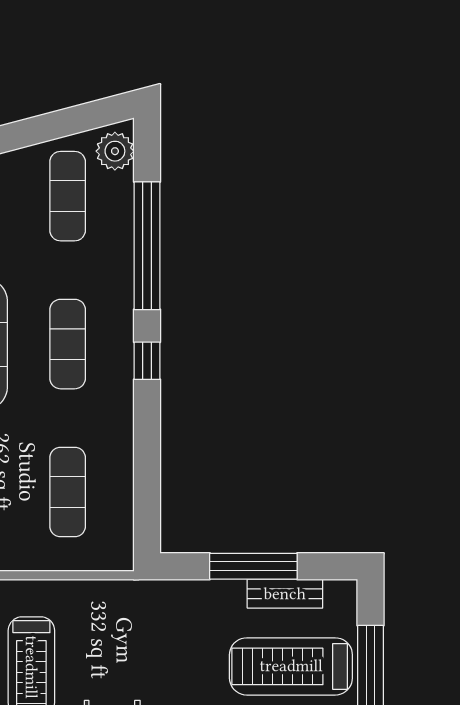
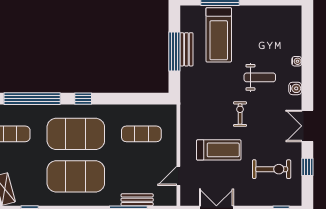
exercise mat: (68, 344) -> (76, 134), width x2.00, depth x1.45
bench: (285, 594) -> (186, 49), moved

